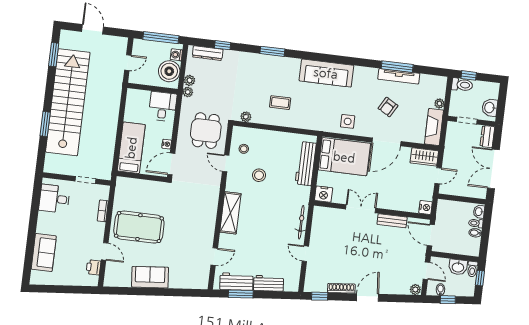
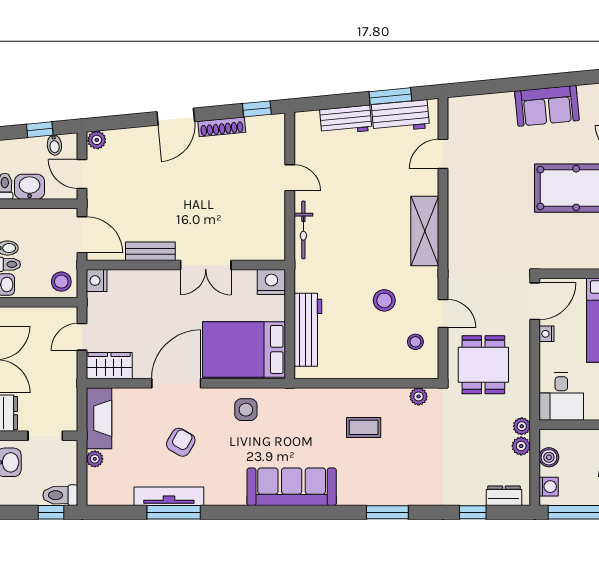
dresser: (208, 53) -> (504, 496), width x0.70
boiler: (169, 71) -> (549, 457), width x0.54, depth x0.54
stool: (446, 209) -> (61, 282), added

